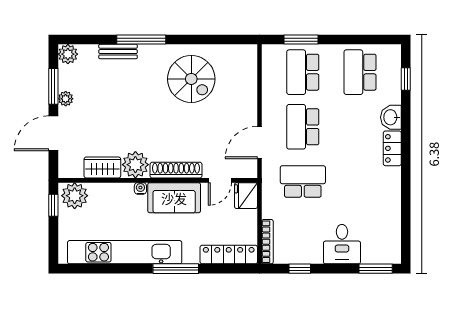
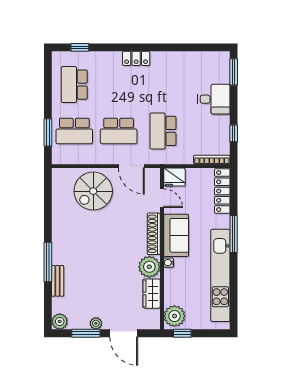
school desk: (360, 72) -> (74, 85), turned 90
spiral stairs: (191, 79) -> (93, 191), moved, turned 180
washbasin: (391, 117) -> (111, 60), removed

